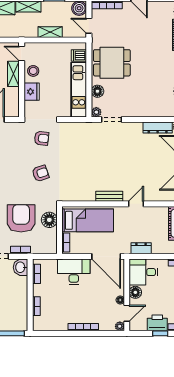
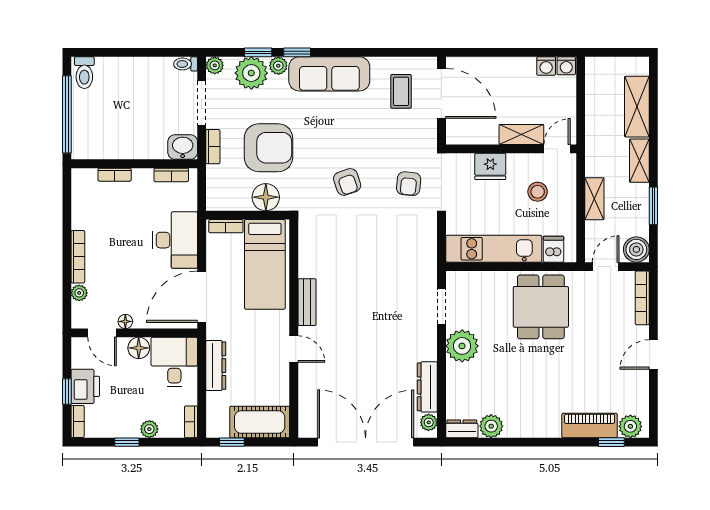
stool: (33, 71) -> (538, 192), moved
floor lamp: (97, 91) -> (491, 282), removed
plant: (96, 112) -> (462, 346), moved, width x1.87, depth x1.87
dresser: (141, 248) -> (216, 366), width x1.44
plant: (120, 326) -> (79, 293), moved

